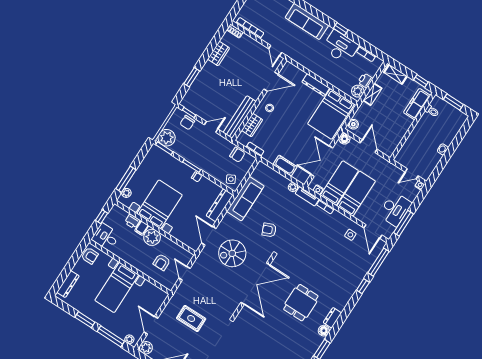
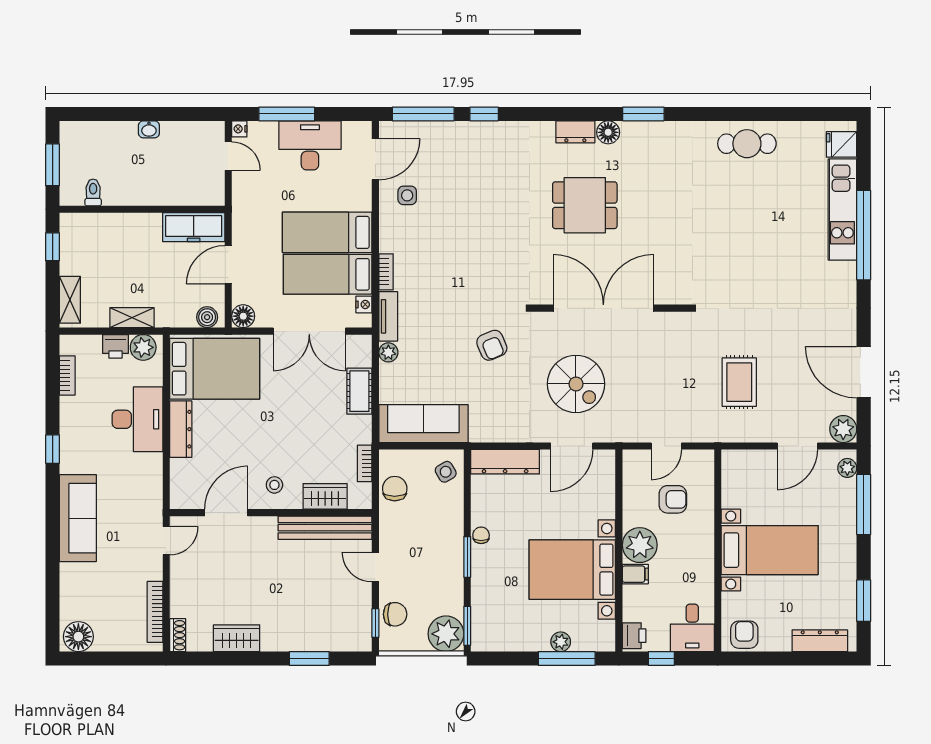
desk: (340, 47) -> (137, 419), moved, turned 180
door: (271, 82) -> (226, 513), hinge flipped
freezer: (417, 104) -> (194, 227), moved
plant: (126, 193) -> (561, 642), moved
sofa: (245, 199) -> (423, 424), moved
printer: (132, 221) -> (634, 636), moved
window: (404, 223) -> (287, 114), moved
window: (85, 320) -> (864, 601), moved

